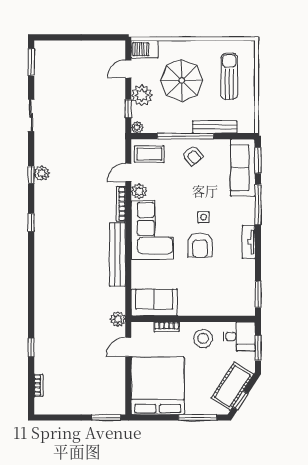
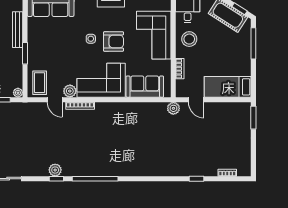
window: (186, 136) -> (25, 53), width x0.47
armchair: (193, 155) -> (41, 47), removed
window: (31, 222) -> (95, 179), width x3.17
bench: (117, 255) -> (121, 109), removed
corner sofa: (208, 295) -> (154, 35), added
sofa: (154, 303) -> (145, 87), moved, turned 90
bed: (158, 386) -> (228, 87), width x0.49

